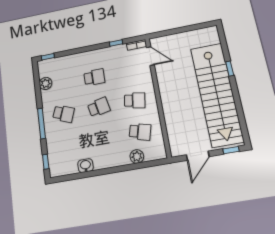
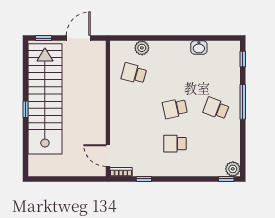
window: (230, 69) -> (25, 109), moved
plant: (46, 83) -> (233, 169), moved
school desk: (135, 100) -> (134, 108), removed

